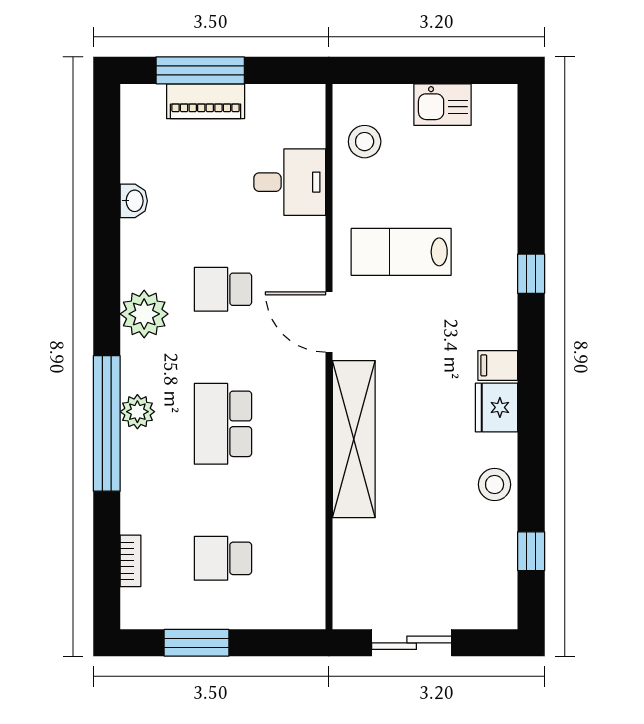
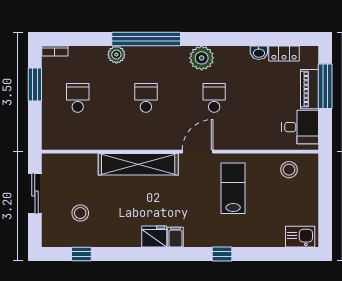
kitchen sink: (442, 105) -> (300, 237), moved, turned 90
locker: (135, 151) -> (284, 53), added
desk: (290, 182) -> (300, 127), moved, turned -90
plant: (137, 412) -> (116, 55), moved
school desk: (223, 424) -> (146, 98), width x0.54
stool: (495, 484) -> (80, 213), moved
bookcase: (131, 561) -> (55, 51), moved

